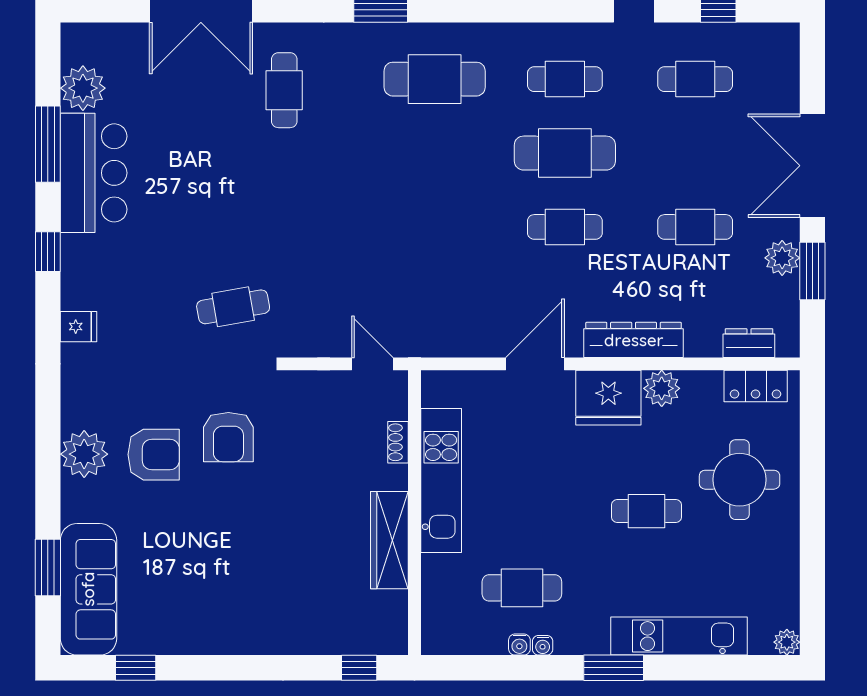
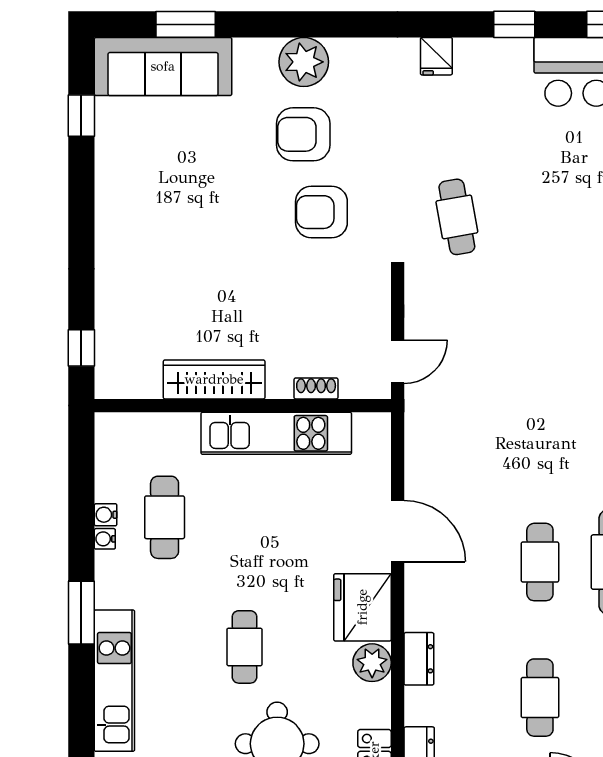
dresser: (634, 340) -> (419, 659), width x0.51, depth x0.80
armchair: (154, 455) -> (303, 134), turned 90

